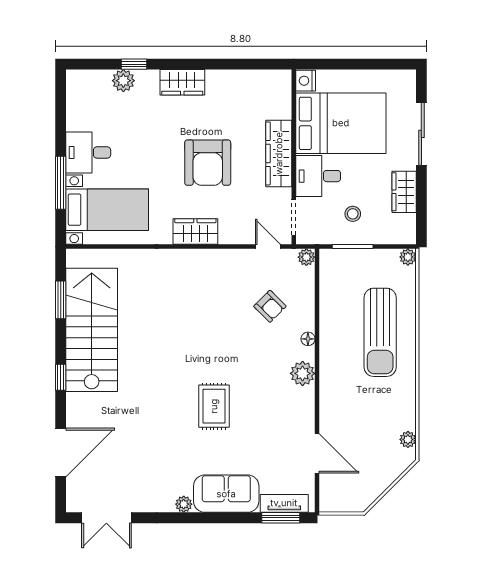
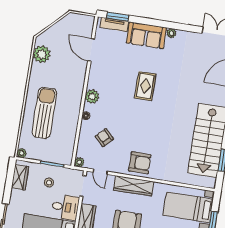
wardrobe: (404, 192) -> (20, 177), moved
wardrobe: (195, 232) -> (134, 186), width x1.50
armchair: (202, 273) -> (140, 163), added
plant: (408, 439) -> (42, 54), width x1.88, depth x1.88

